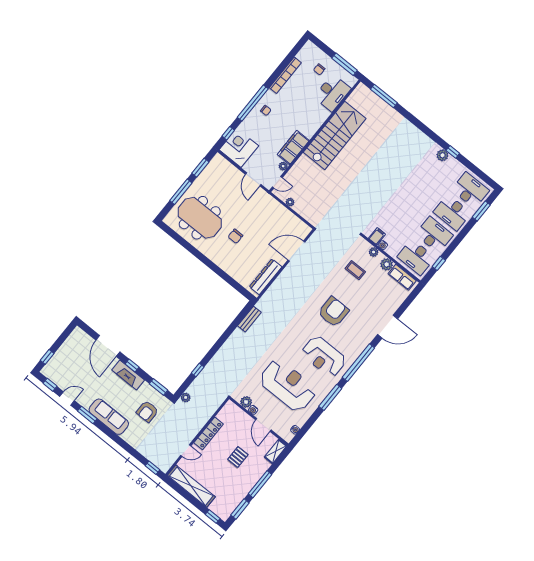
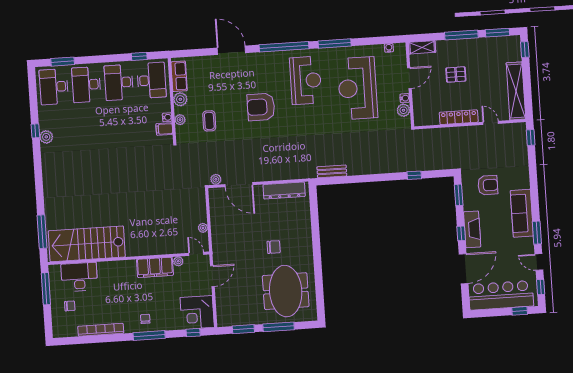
window: (253, 103) -> (149, 335), width x0.68
stairs: (335, 135) -> (87, 244), moved
desk: (452, 212) -> (86, 85), turned 180
bar counter: (68, 354) -> (501, 295), added
plant: (186, 397) -> (216, 179), moved

